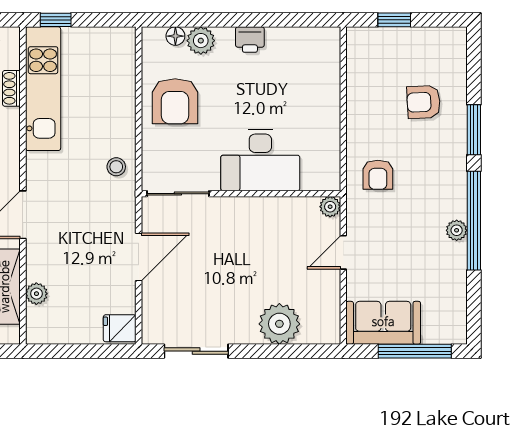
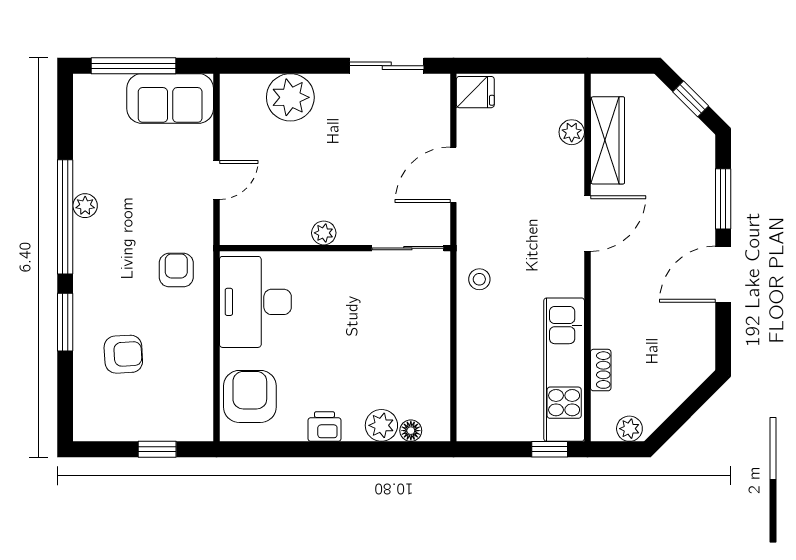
armchair: (175, 101) -> (250, 396), moved
desk: (260, 160) -> (255, 302), moved, turned -90
plant: (330, 207) -> (324, 233), moved

